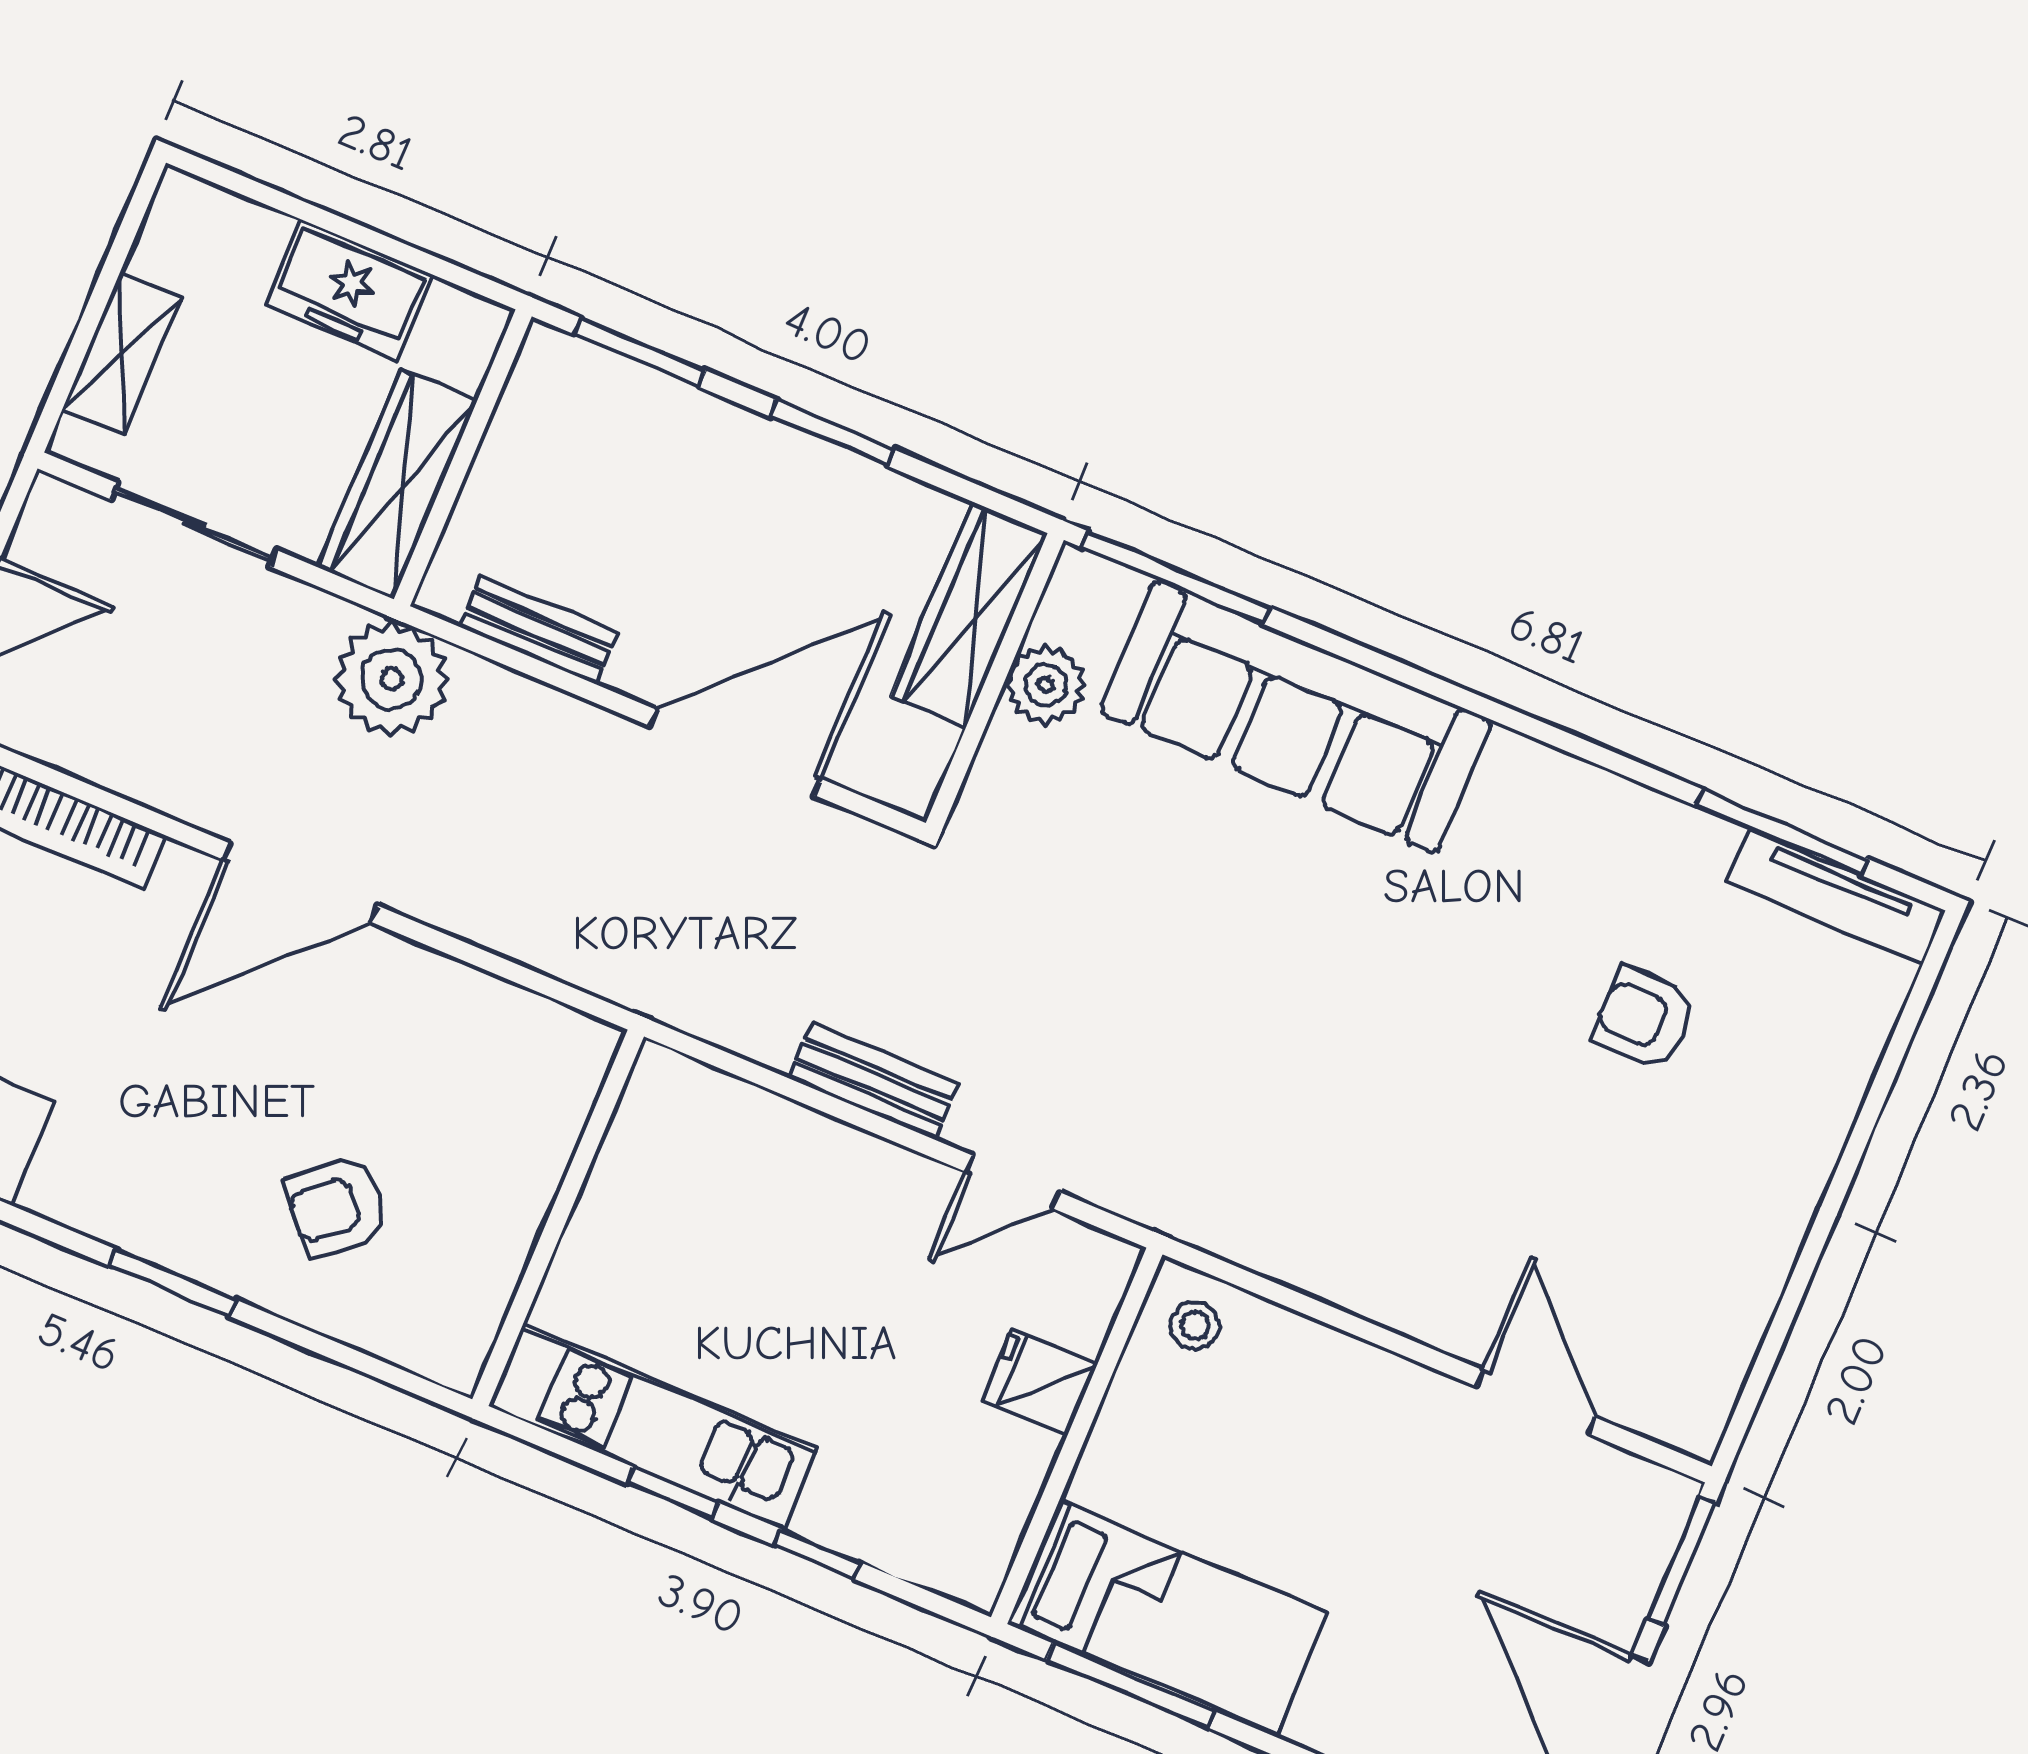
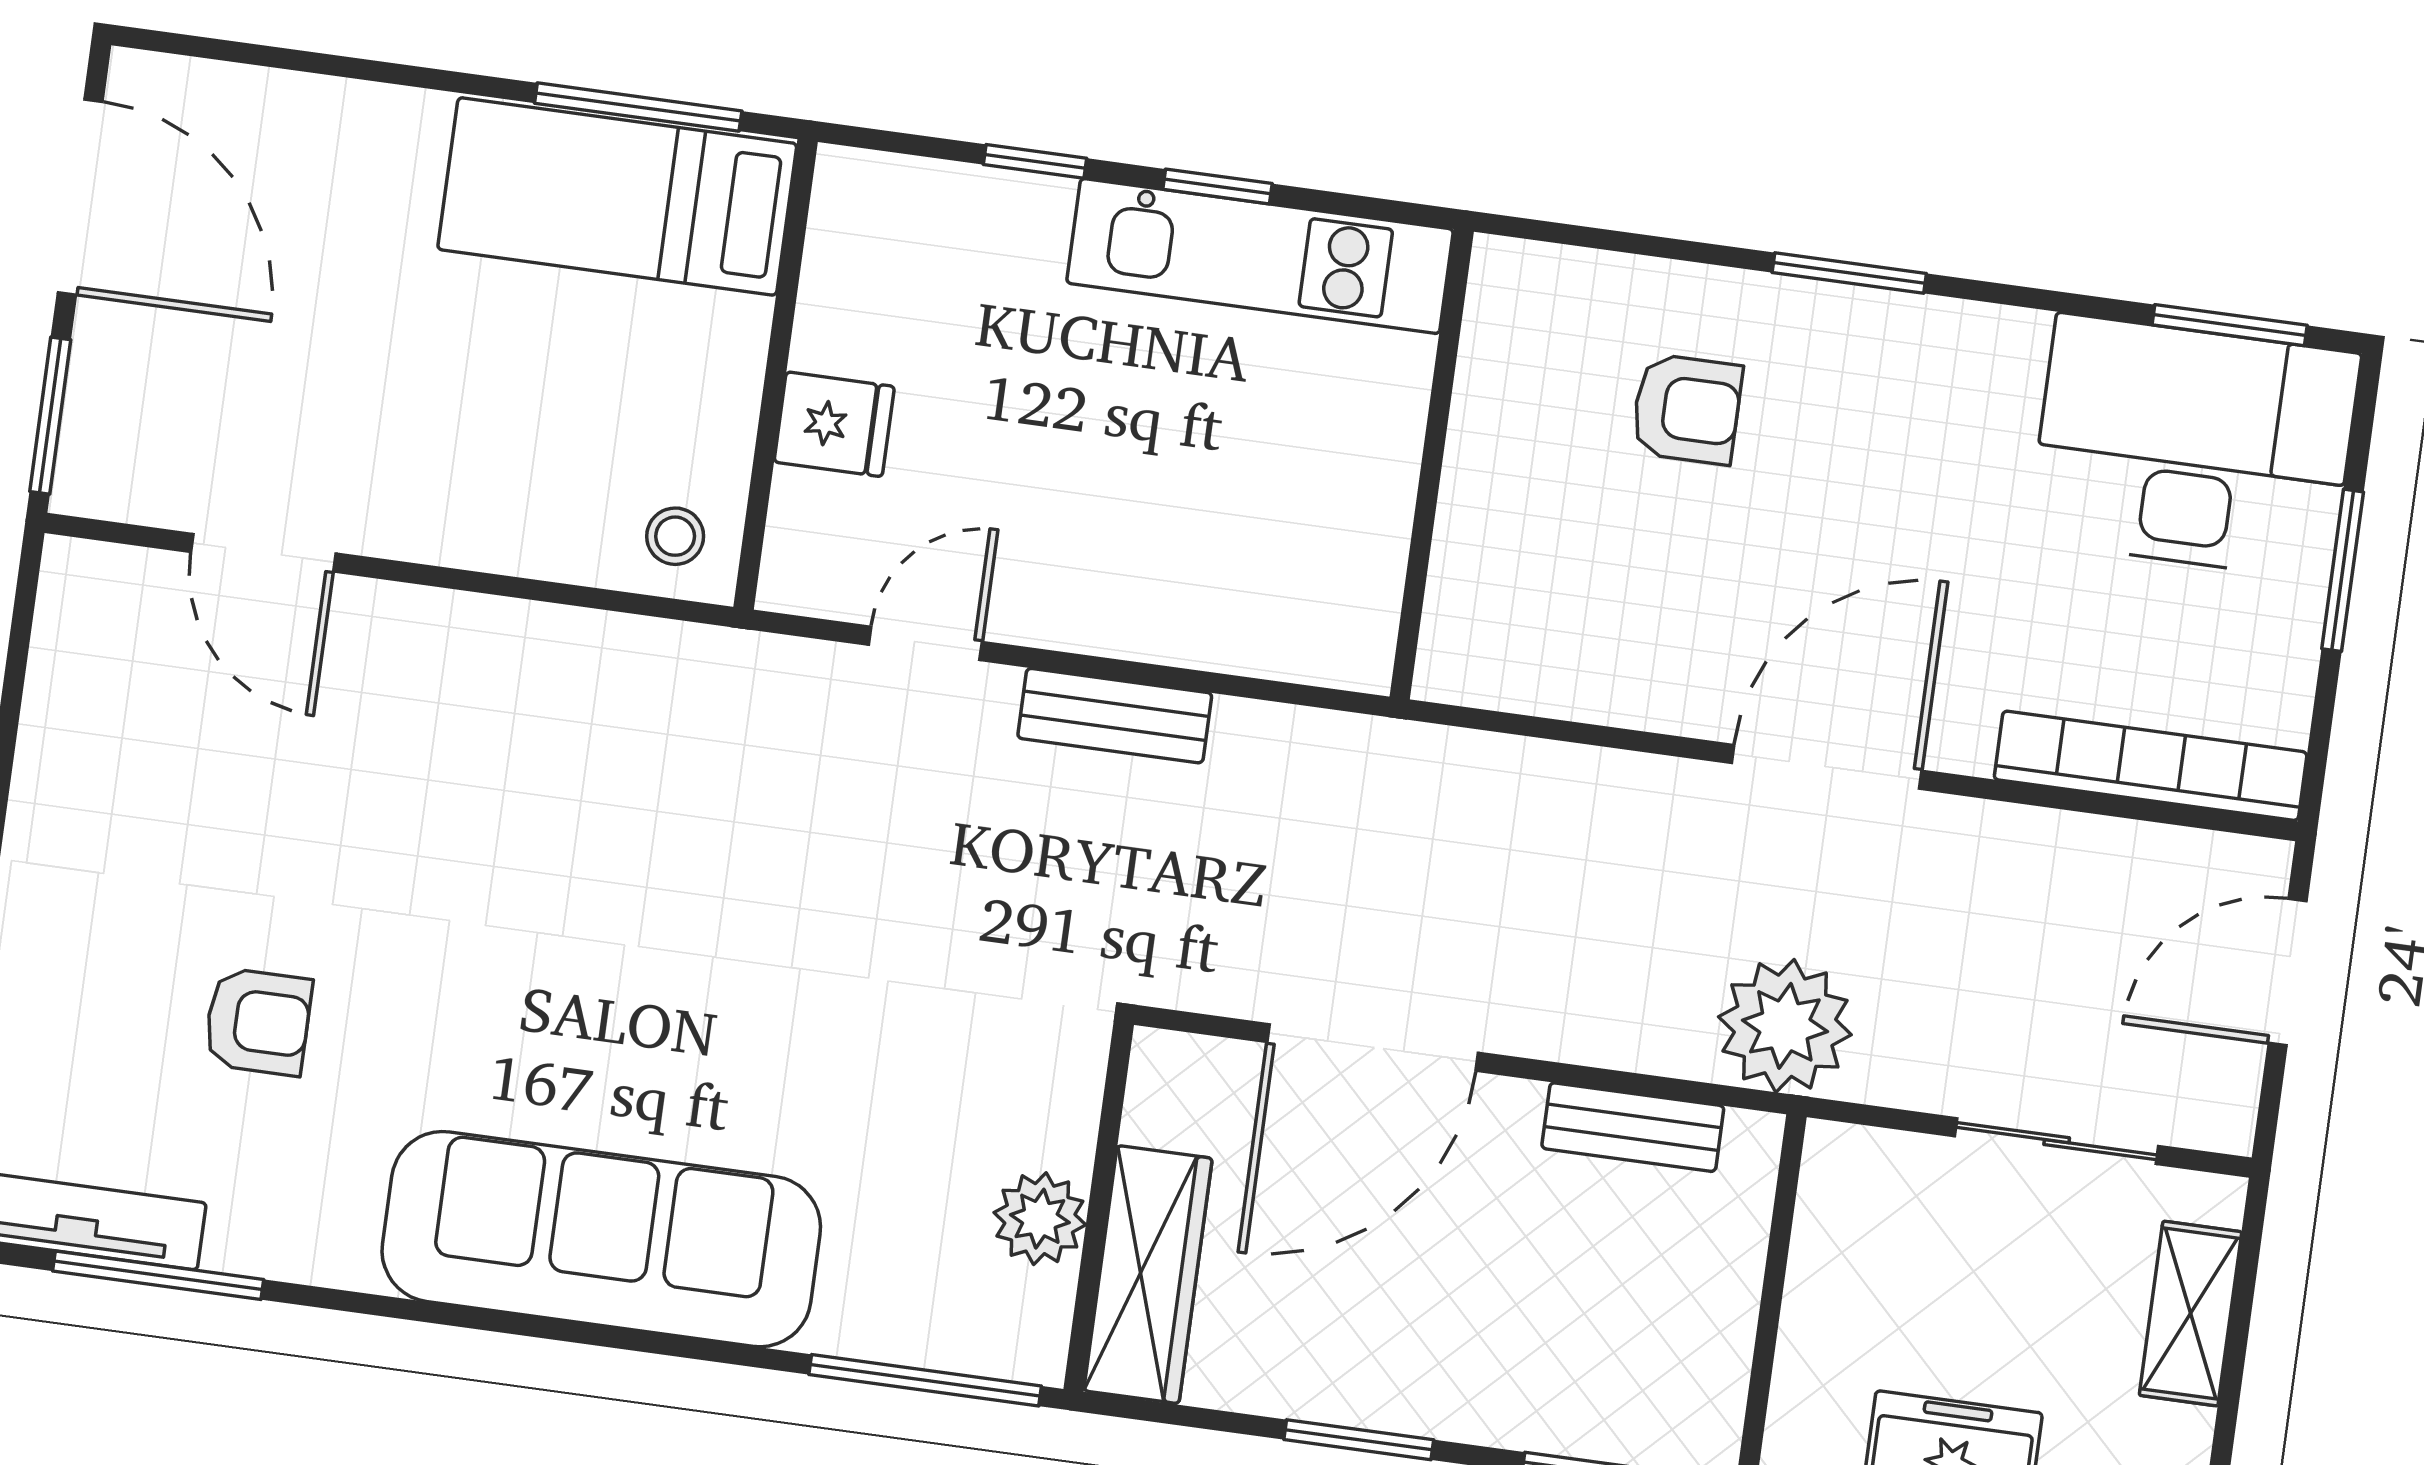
wardrobe: (397, 484) -> (1838, 1249), removed
sofa: (1296, 717) -> (601, 1239), moved
armchair: (337, 1207) -> (1687, 409), turned 40

